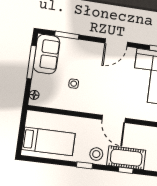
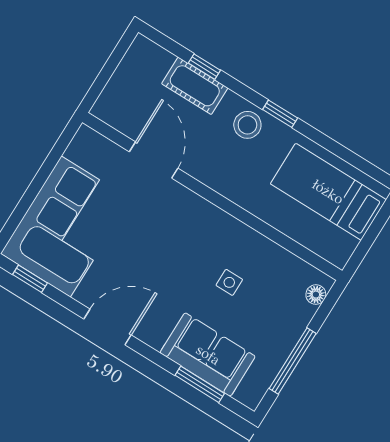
sofa: (47, 54) -> (208, 355), moved, turned 90
door: (114, 119) -> (154, 160), moved
cot: (126, 158) -> (195, 86), width x0.73, depth x0.75

